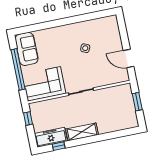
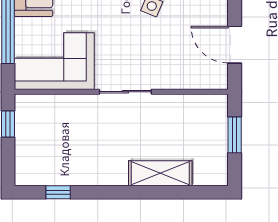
shelving: (82, 132) -> (160, 173), moved
freezer: (51, 137) -> (46, 171), removed

